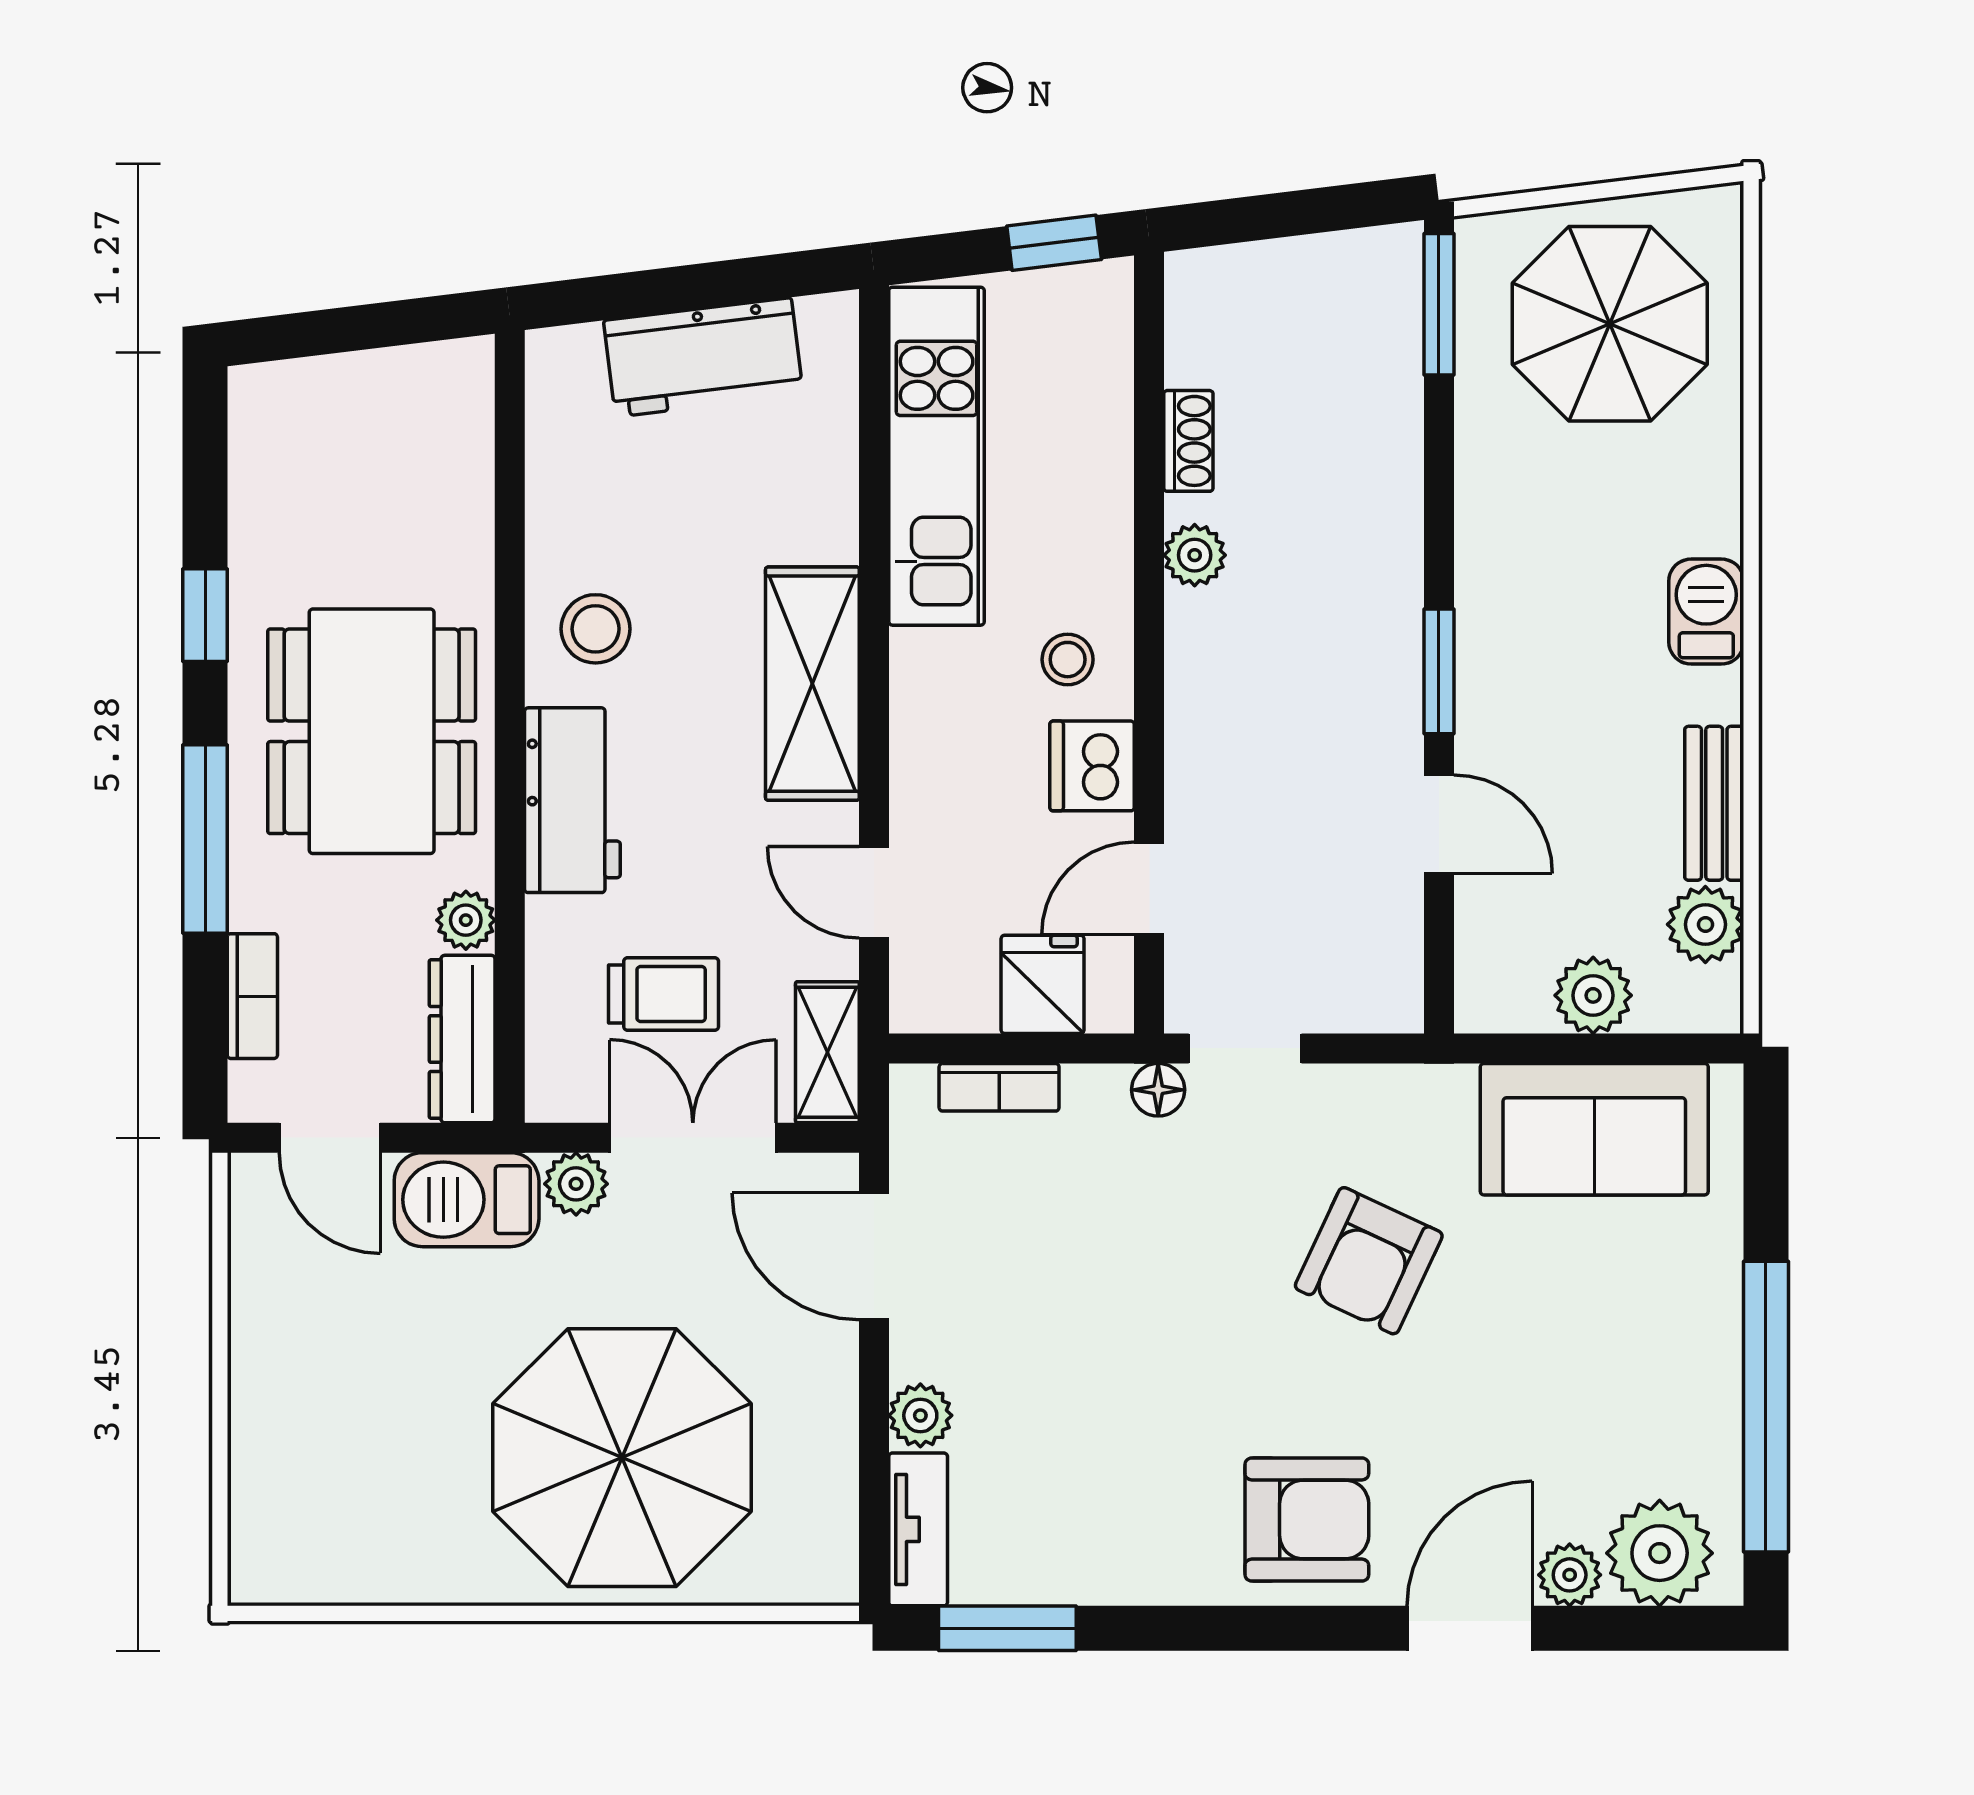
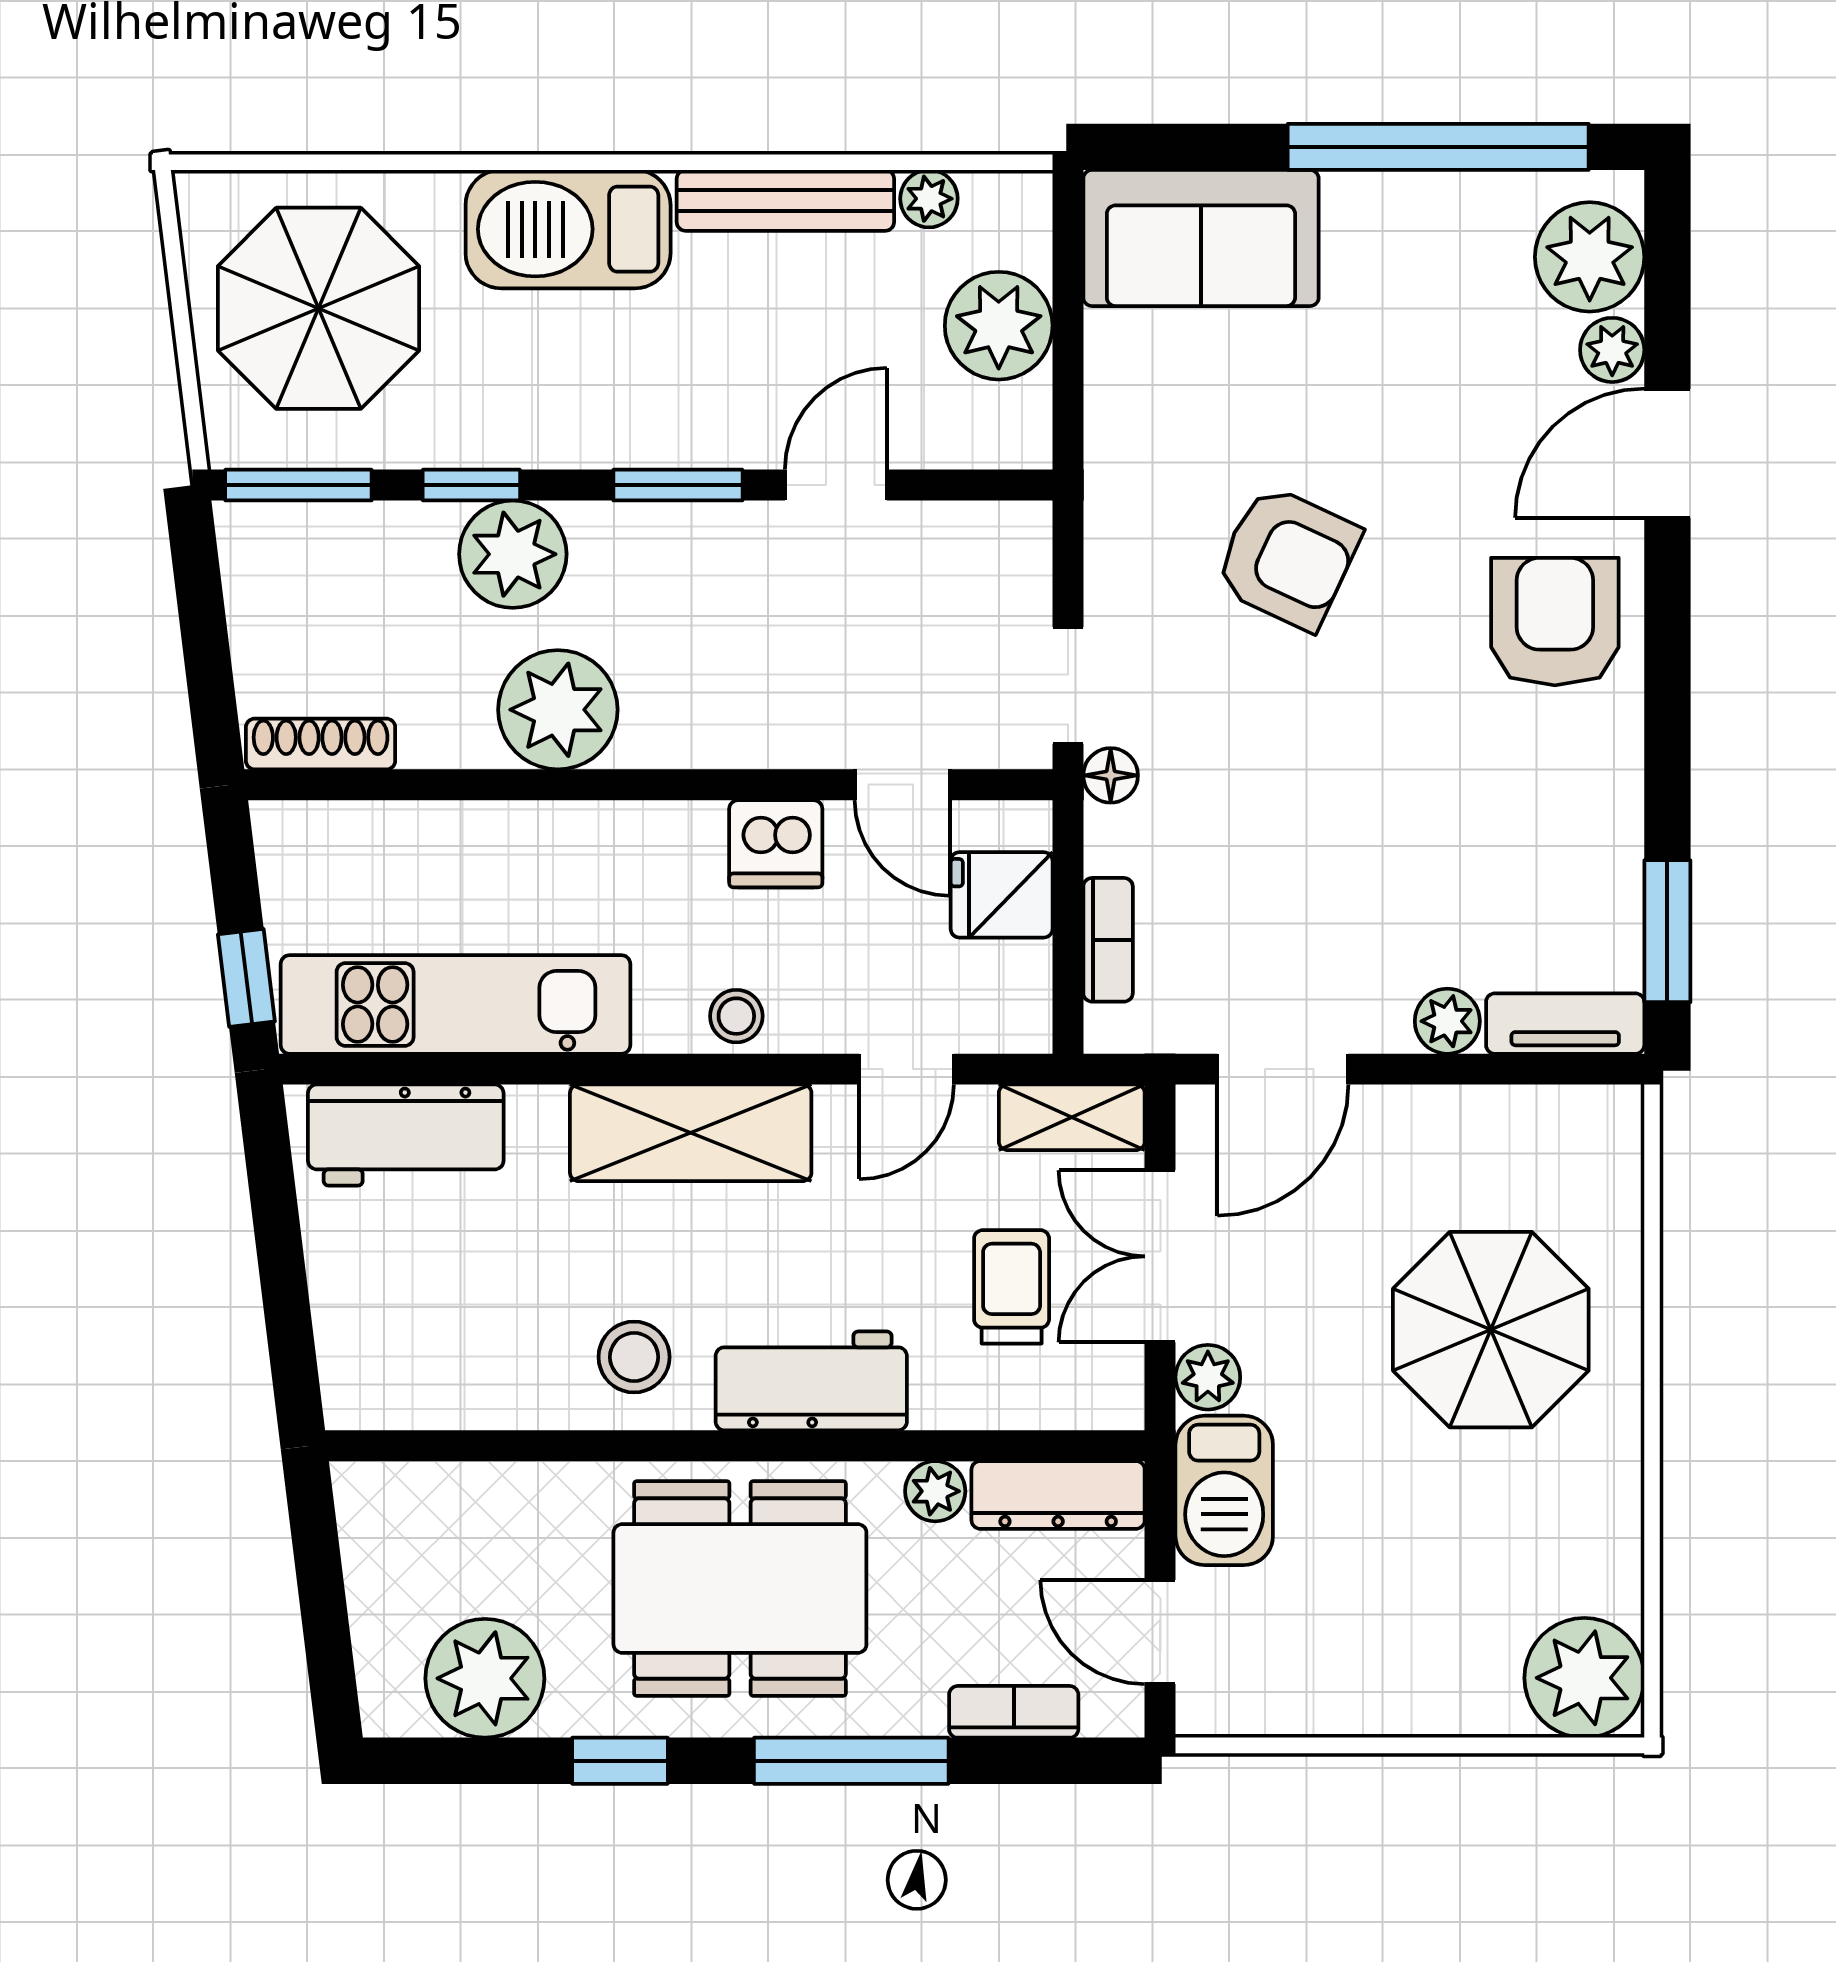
window: (1054, 243) -> (246, 978), moved
workbench: (703, 357) -> (406, 1135), moved, turned 97
shoe rack: (1188, 441) -> (321, 744), moved, width x1.43
window: (1439, 471) -> (471, 485), added
plant: (285, 485) -> (485, 1678), added
plant: (1372, 512) -> (513, 554), added
plant: (1195, 555) -> (558, 710), width x1.87, depth x1.87
barbecue: (1706, 612) -> (568, 229), width x1.88, depth x1.53
stool: (1068, 660) -> (736, 1016), moved
bench: (1714, 803) -> (785, 200), width x1.36
plant: (1705, 924) -> (929, 199), width x0.73, depth x0.73
plant: (1593, 995) -> (999, 326), width x1.36, depth x1.36
sofa: (1594, 1129) -> (1201, 238), moved, turned 90
door: (330, 1138) -> (1160, 1632), swing flipped
parasol: (622, 1458) -> (1491, 1330), width x0.73, depth x0.73
plant: (285, 1548) -> (1584, 1678), added
door: (1470, 1628) -> (1667, 453), hinge flipped

